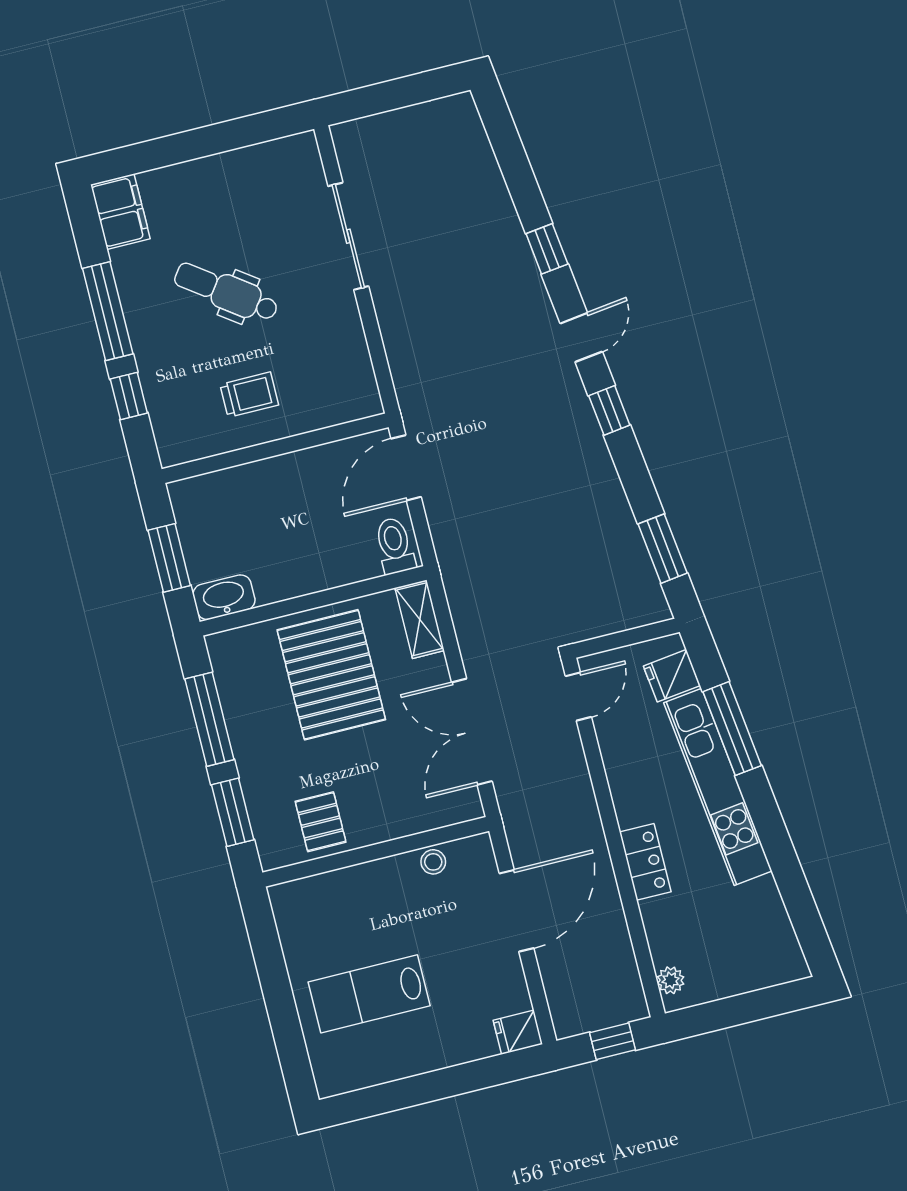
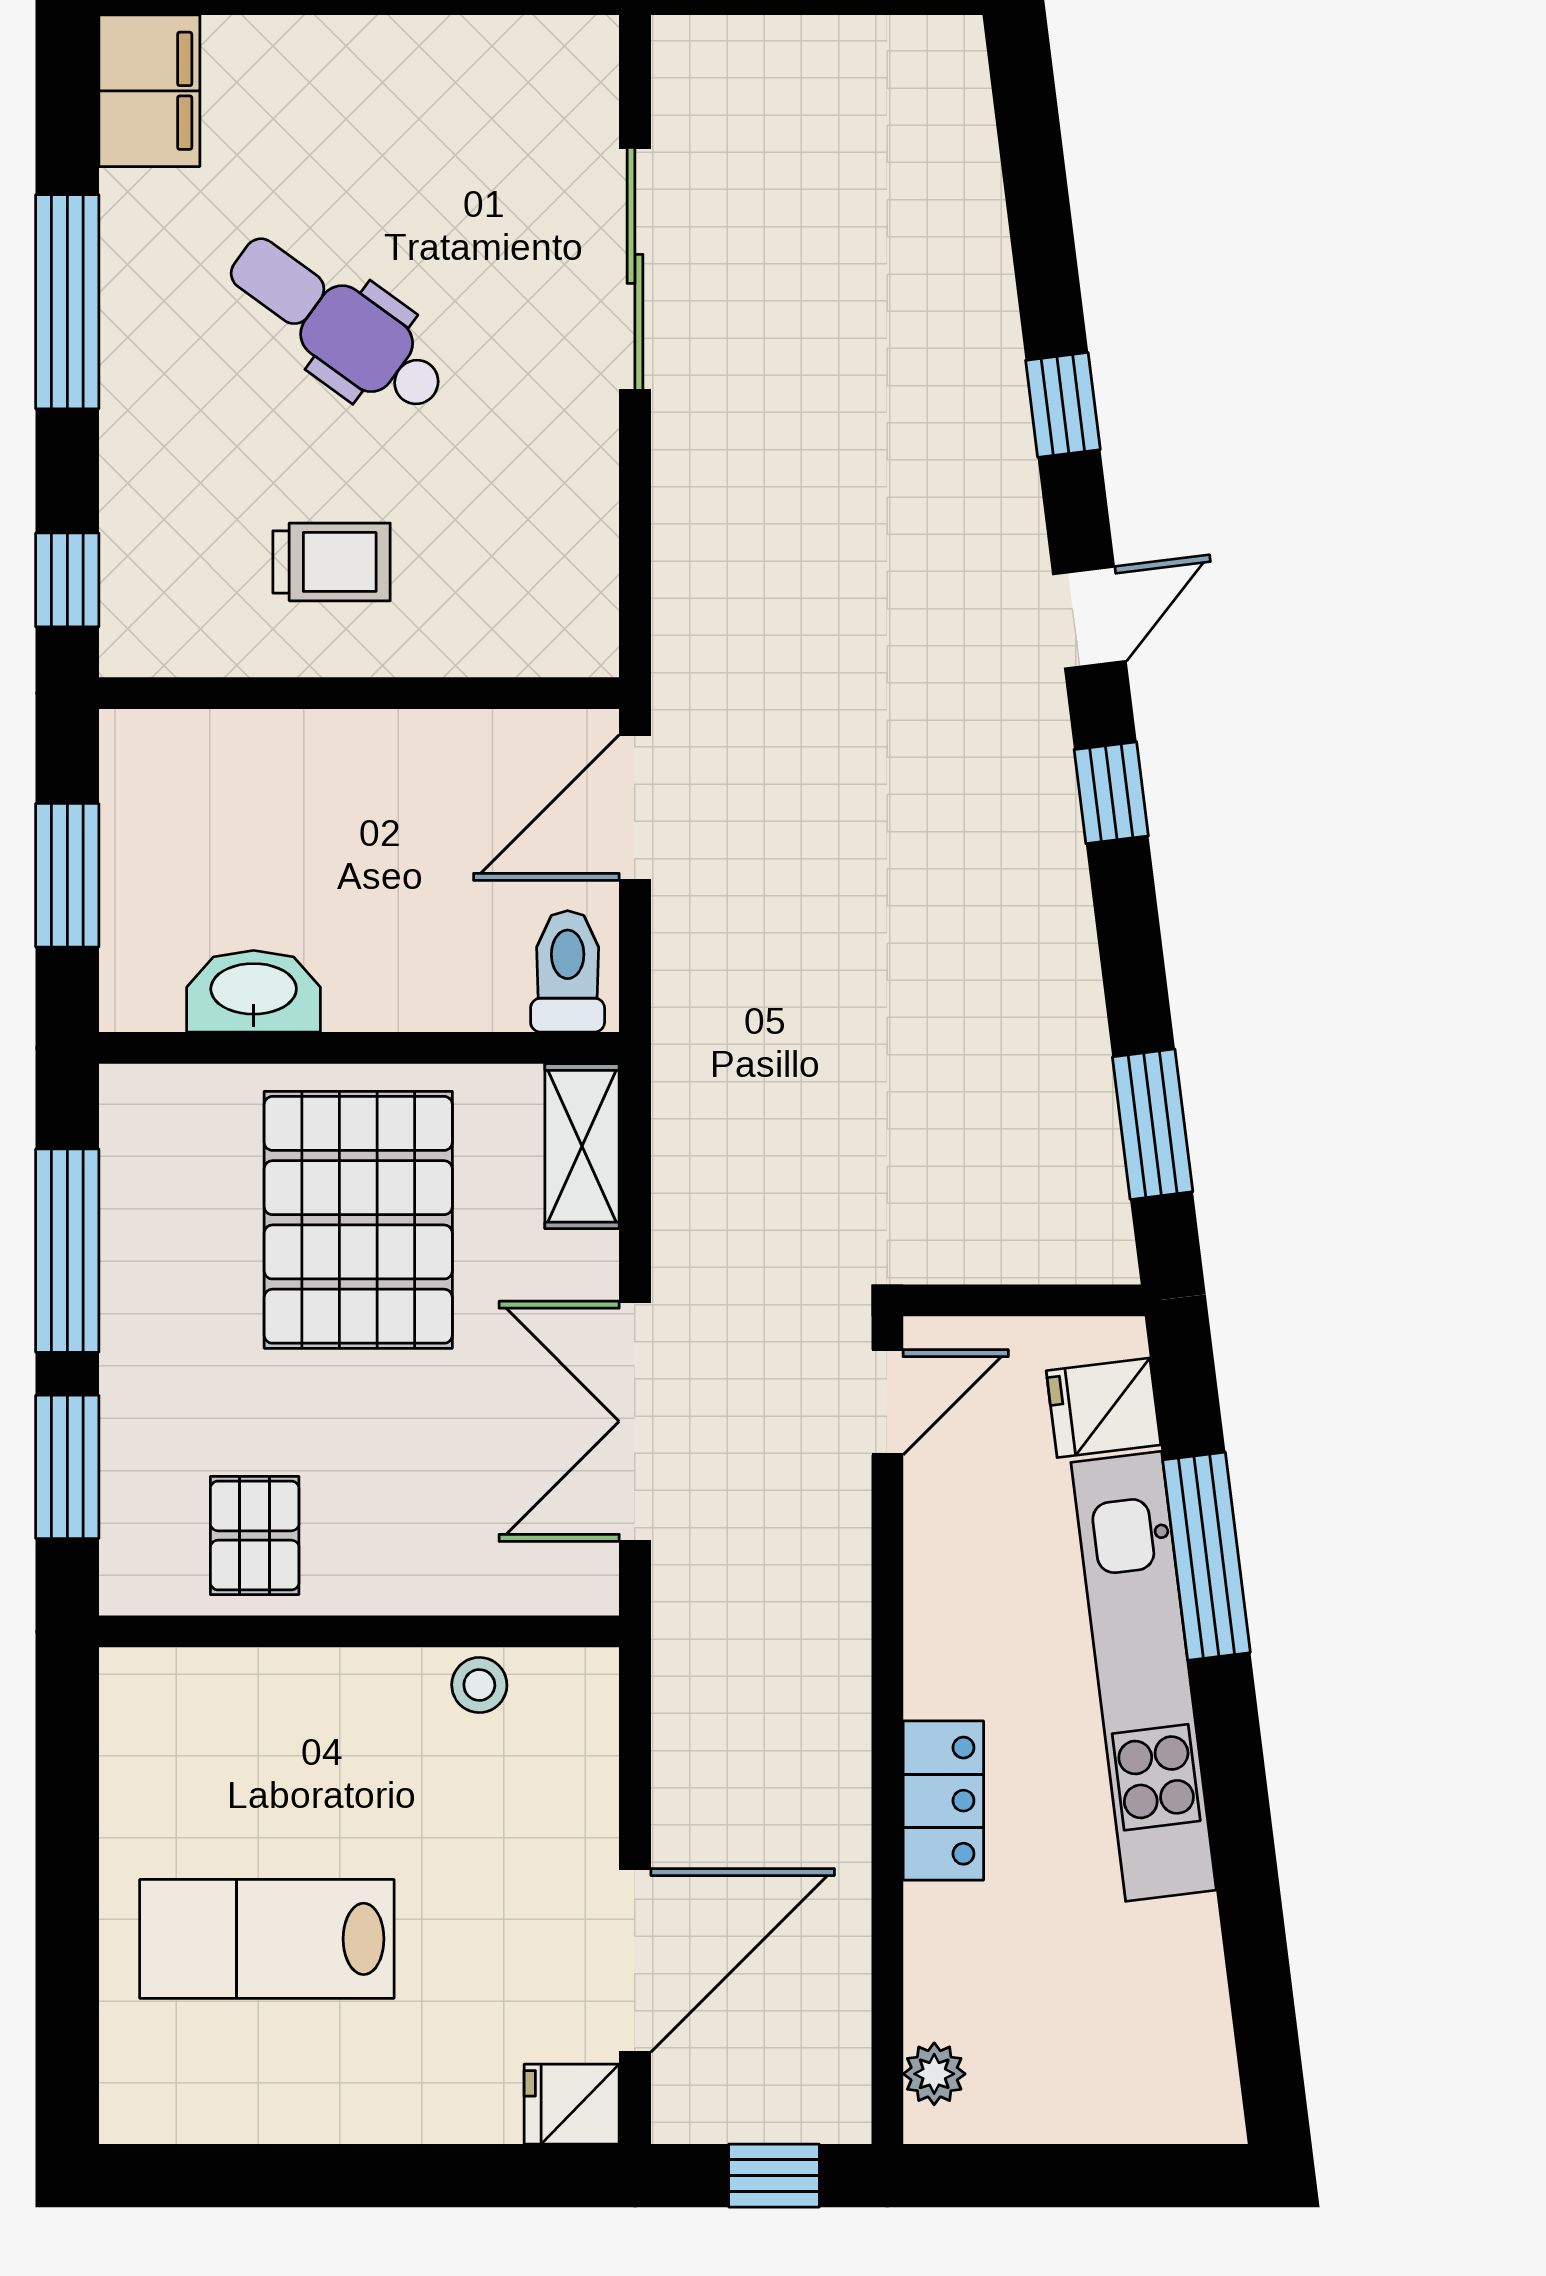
window: (129, 396) -> (67, 580), moved
washbasin: (224, 597) -> (254, 991), moved
door: (517, 911) -> (635, 1960), moved

